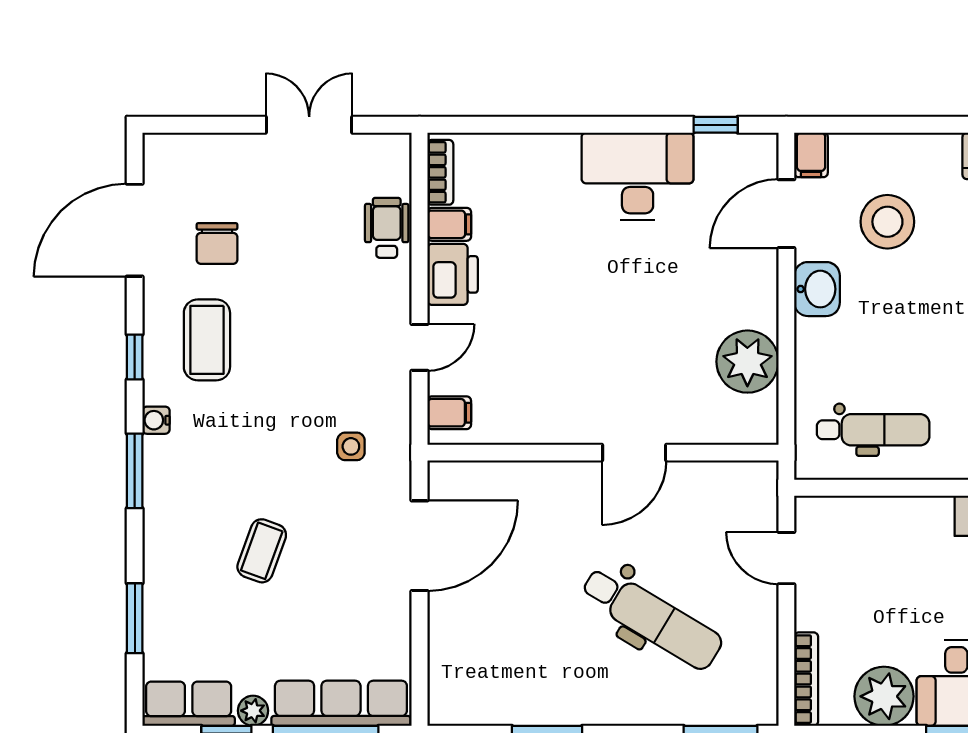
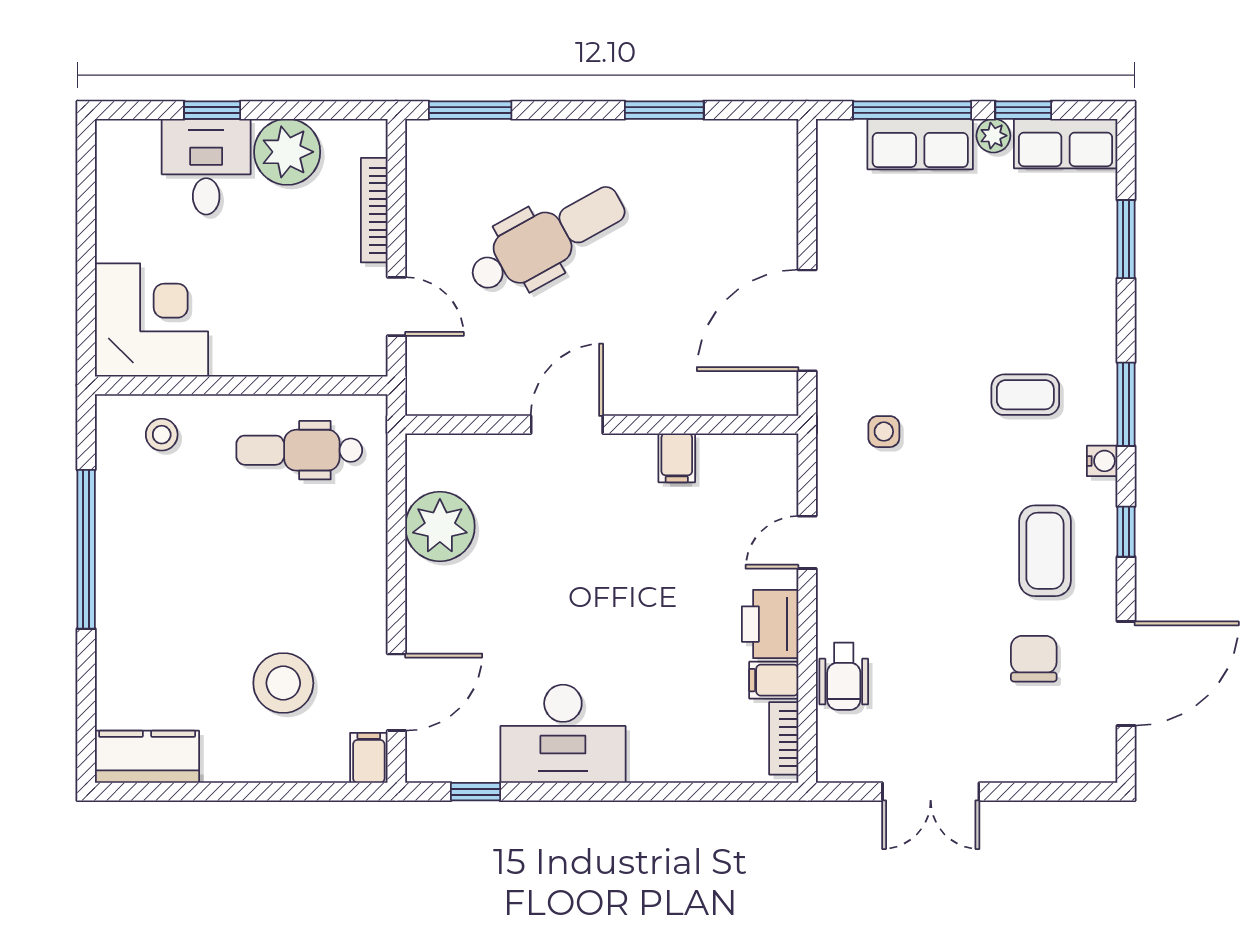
washbasin: (817, 289) -> (362, 608), removed
filing cabinet: (449, 413) -> (677, 458), moved, turned -90
coffee table: (262, 551) -> (1025, 395), moved, turned 70
dental chair: (652, 618) -> (547, 240), turned 120
bookcase: (806, 679) -> (374, 210), moved
row of seats: (341, 703) -> (920, 144), width x0.68

